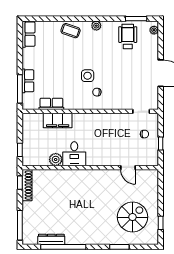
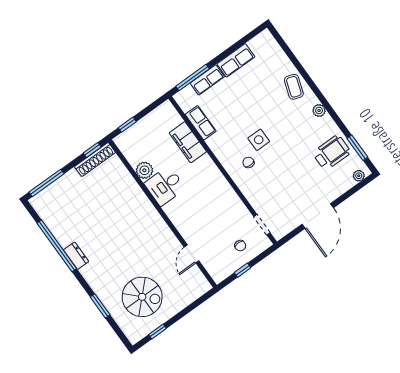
row of seats: (29, 34) -> (236, 60), moved
dresser: (51, 239) -> (76, 256), moved, width x0.70

